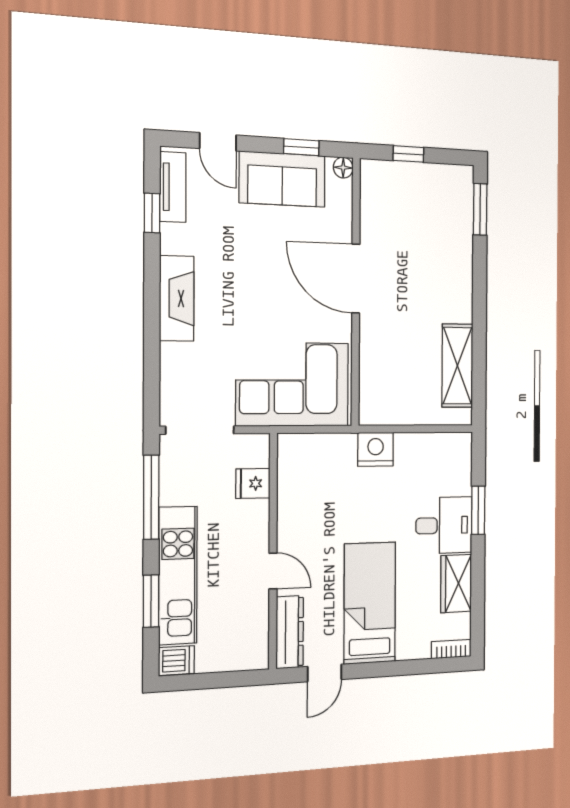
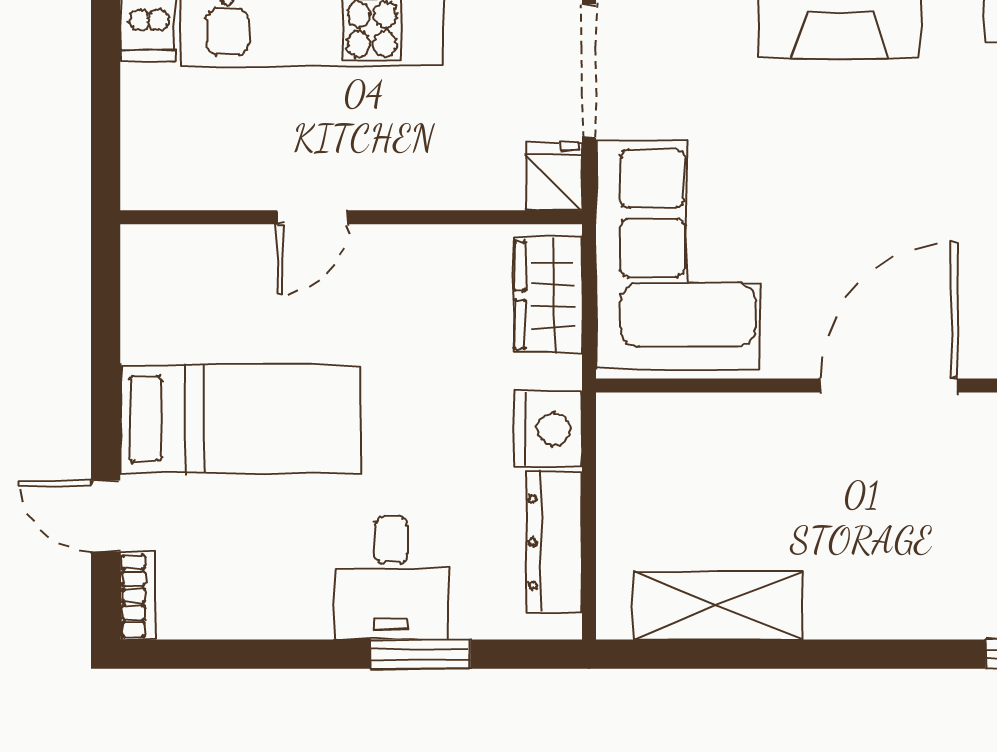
fridge: (253, 483) -> (553, 176), moved
wardrobe: (456, 584) -> (548, 295), moved, turned -90
dresser: (290, 632) -> (554, 542), moved, turned 90
door: (325, 673) -> (106, 516), moved

